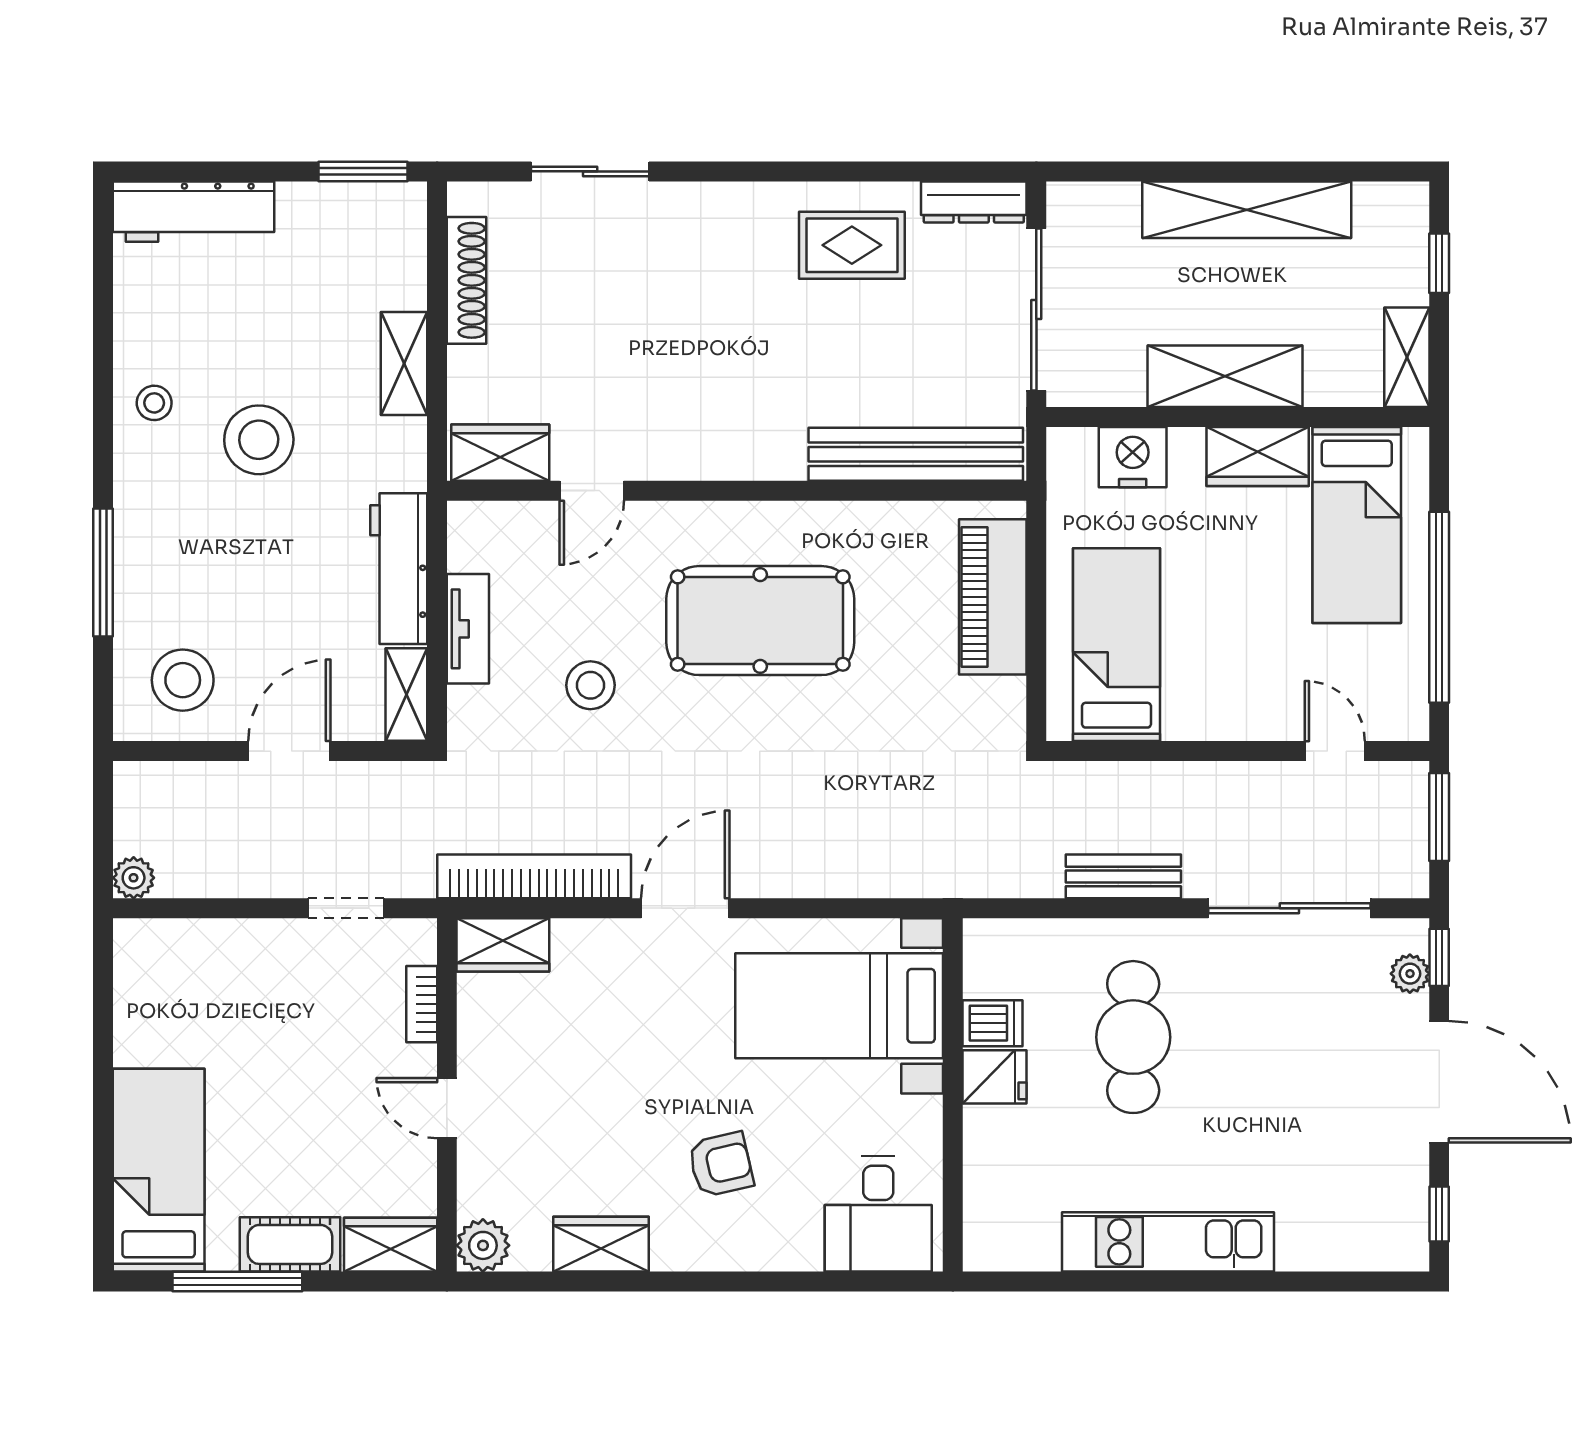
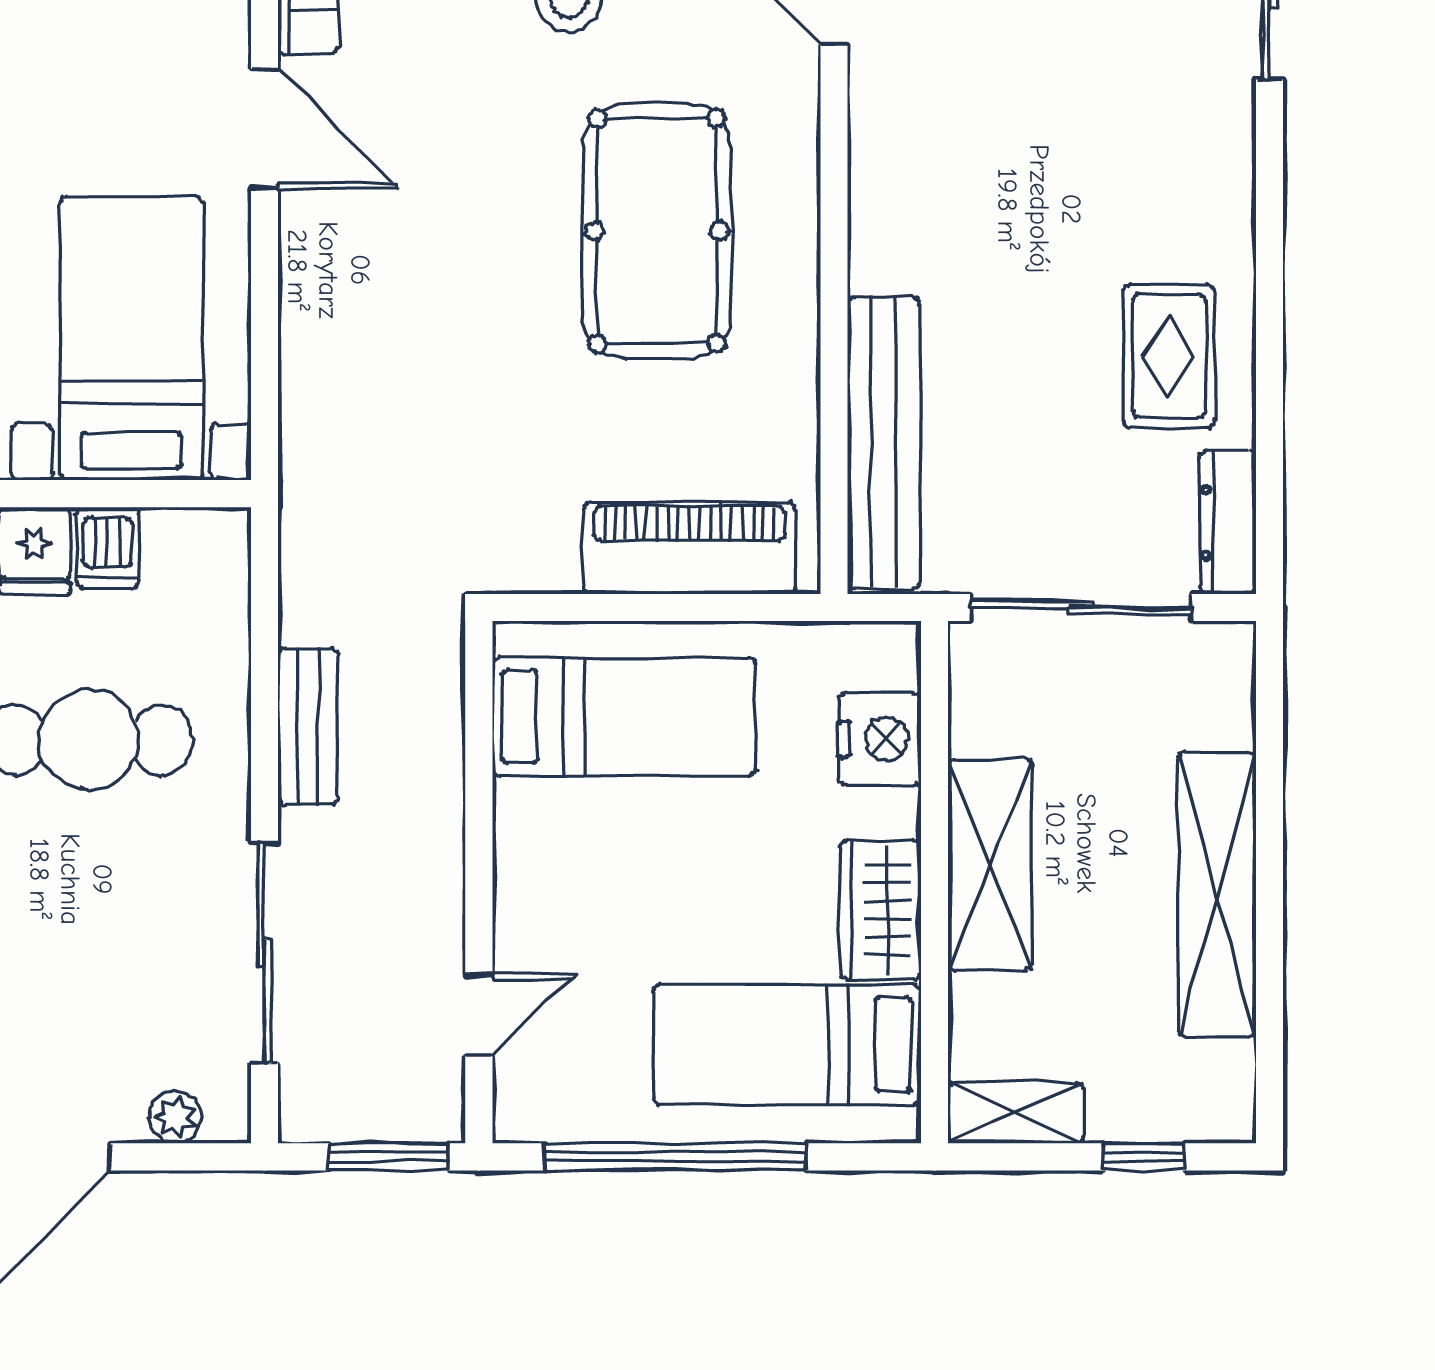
window: (1439, 957) -> (197, 1157), removed

